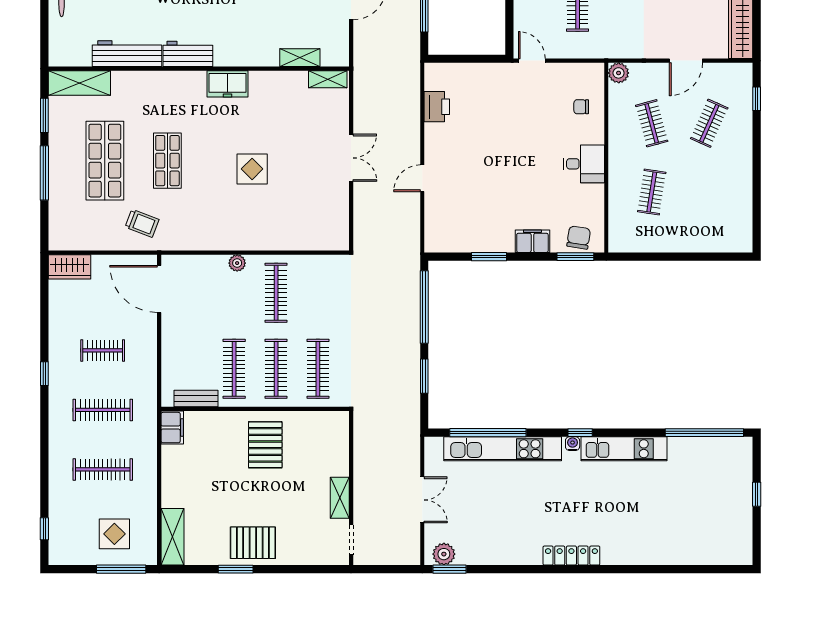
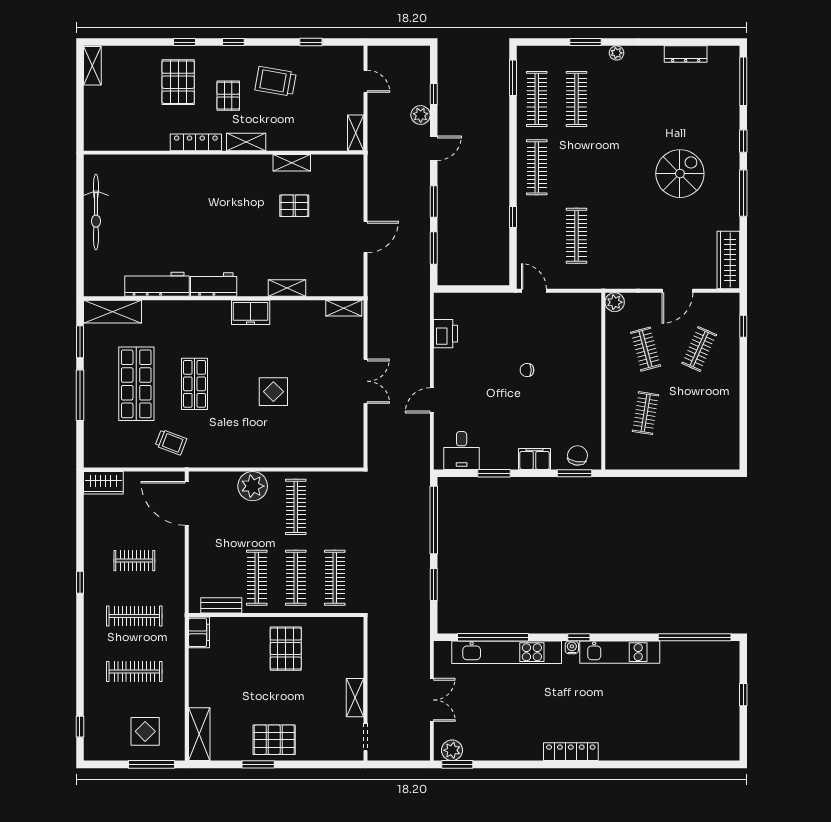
shelving: (300, 58) -> (287, 288), moved
chair: (581, 107) -> (527, 370), moved
desk: (584, 164) -> (462, 450), moved, turned 90
plant: (237, 263) -> (253, 486), width x1.88, depth x1.88

